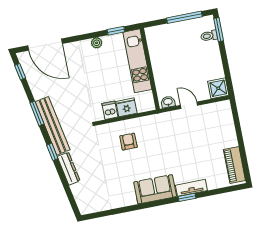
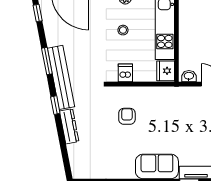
stool: (100, 72) -> (123, 30), added
fridge: (126, 107) -> (166, 71), moved, turned -90
armchair: (128, 142) -> (127, 116), moved

